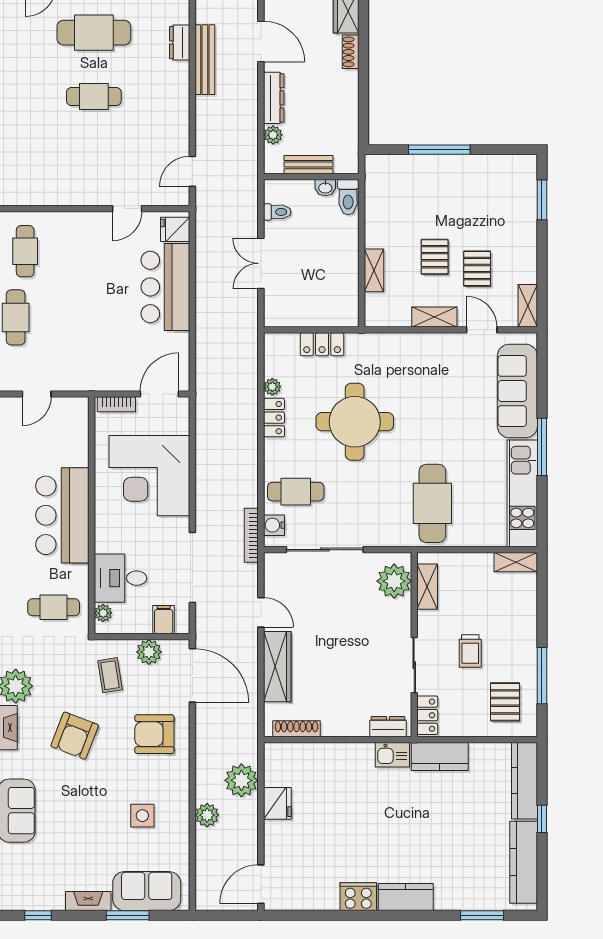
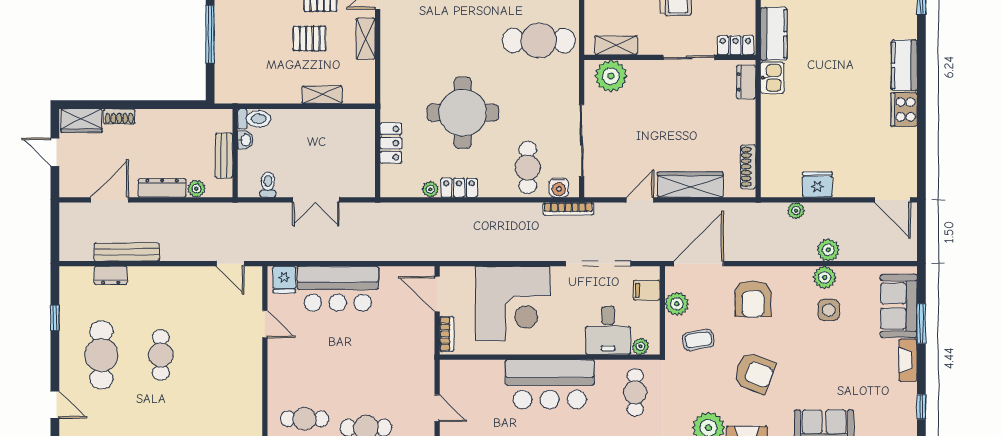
plant: (241, 780) -> (796, 211), width x0.53, depth x0.53
plant: (177, 811) -> (825, 277), added

